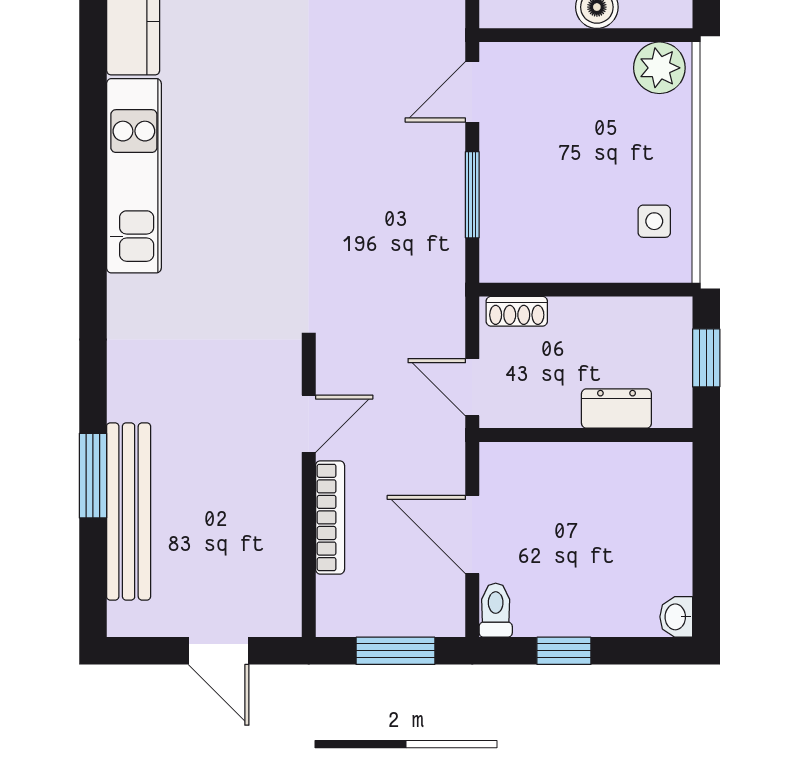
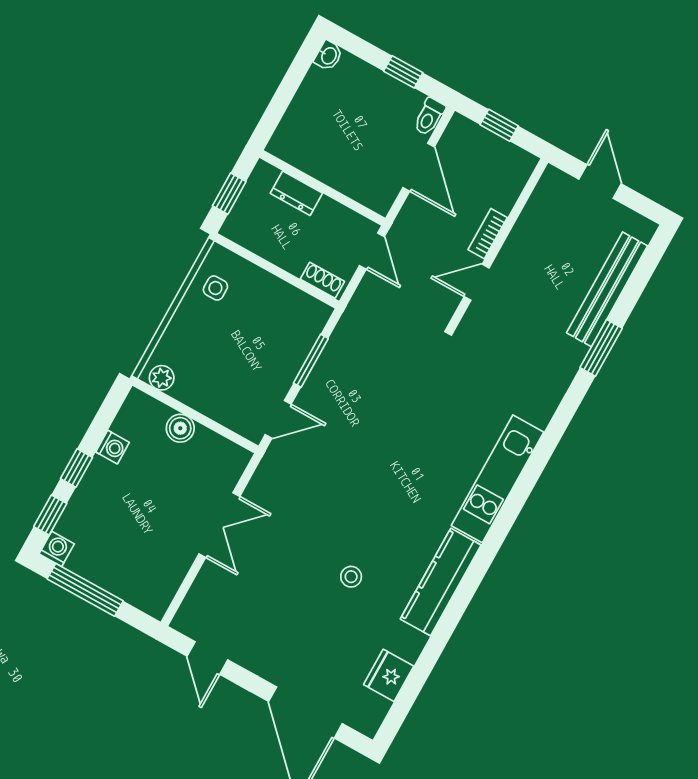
plant: (659, 68) -> (162, 378), width x0.73, depth x0.73
window: (93, 476) -> (601, 348), moved
bookcase: (330, 517) -> (488, 234), width x0.64
window: (395, 651) -> (499, 125), width x0.67

